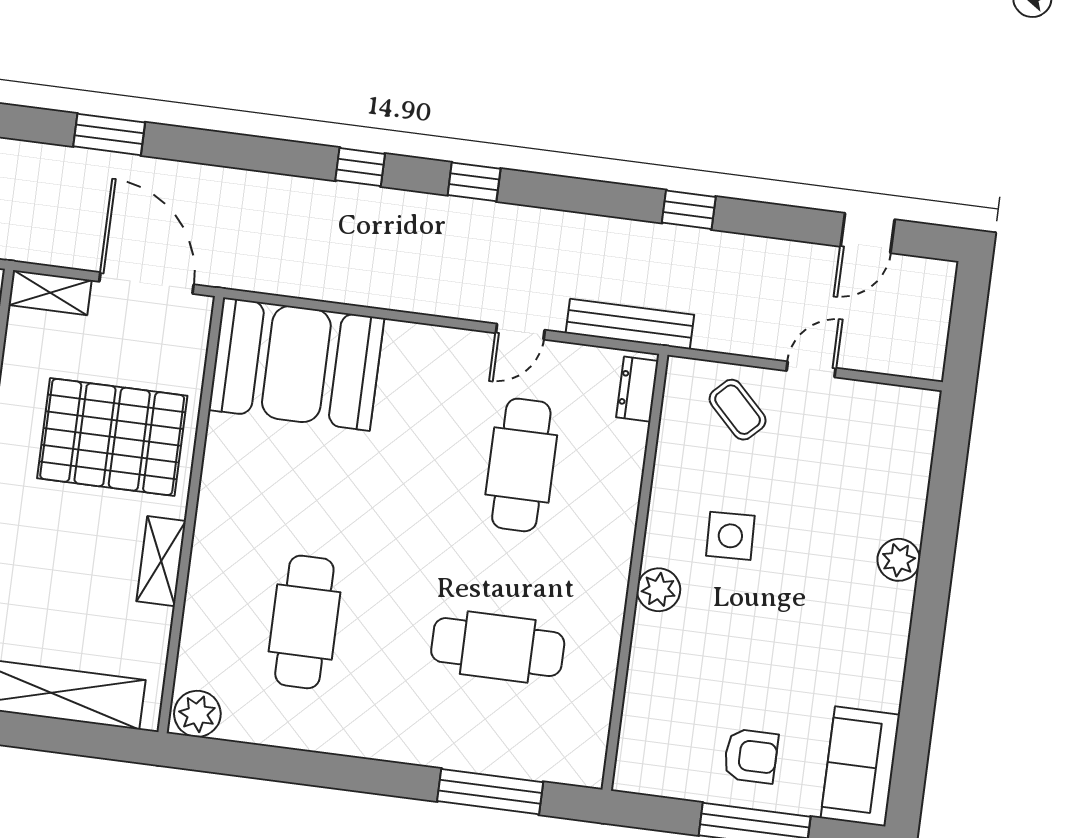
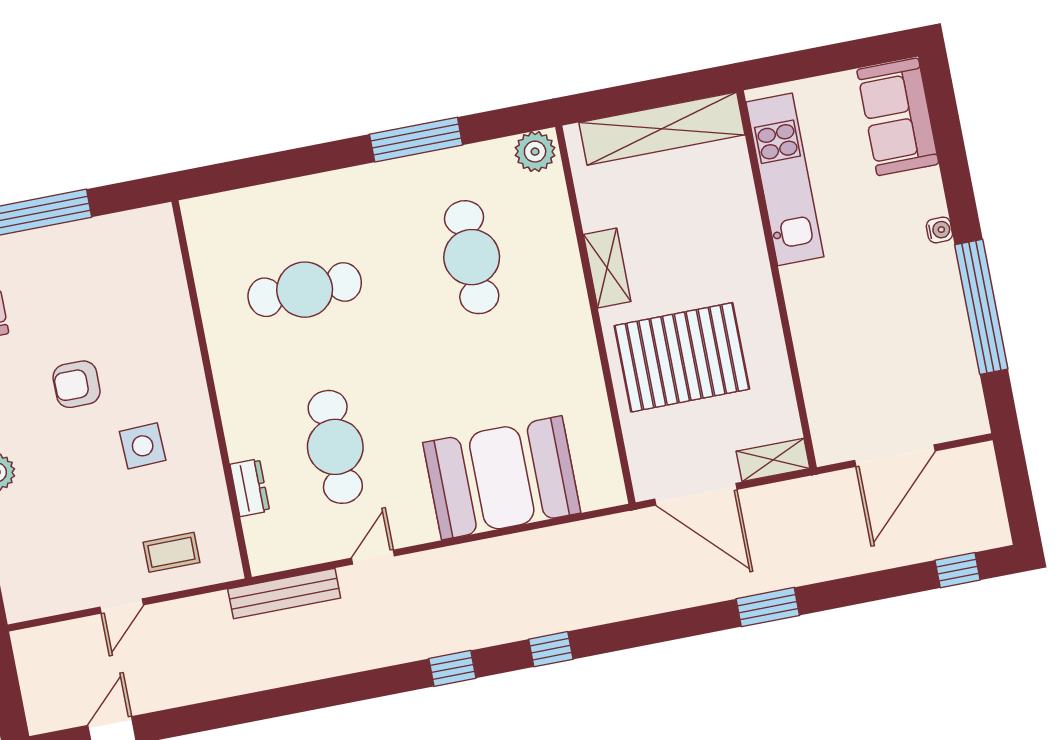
window: (689, 210) -> (267, 704), removed
booth: (296, 364) -> (502, 478), moved
dresser: (637, 389) -> (250, 488), moved
coffee table: (738, 410) -> (171, 552), turned -45
plant: (659, 590) -> (187, 381), removed
armchair: (751, 756) -> (77, 384), moved
window: (490, 792) -> (416, 140), moved

